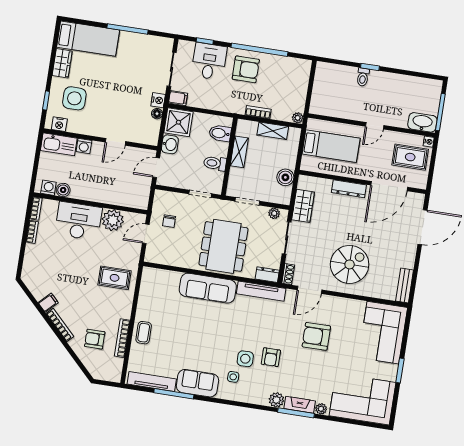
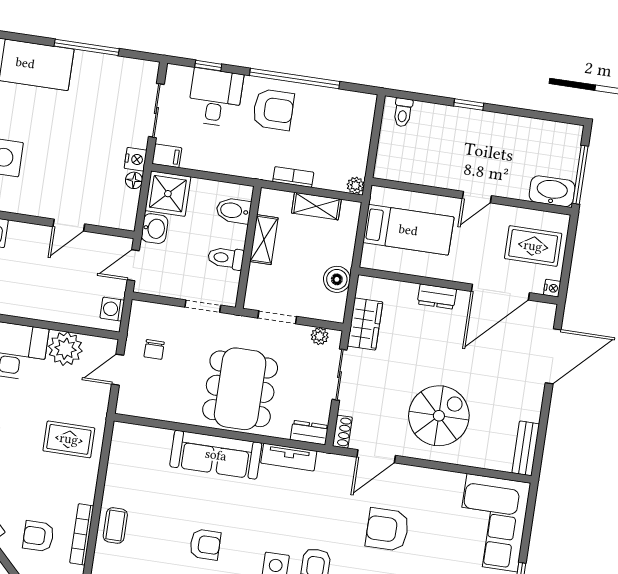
toilet: (363, 77) -> (403, 112), moved
nightstand: (429, 142) -> (552, 288), moved
washing machine: (84, 146) -> (112, 309), moved, turned 90
dresser: (349, 189) -> (437, 296), width x0.70
tv unit: (261, 291) -> (289, 457), width x0.71
armchair: (201, 345) -> (205, 544), added

